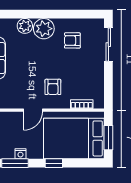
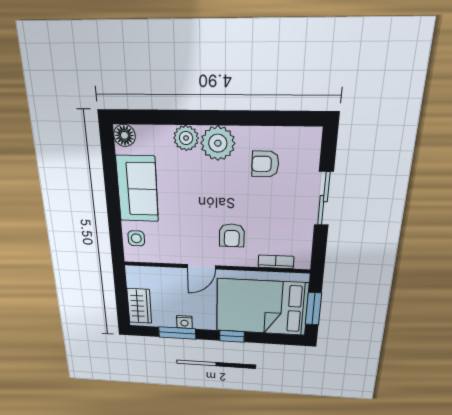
sliding door: (108, 45) -> (324, 199), moved

